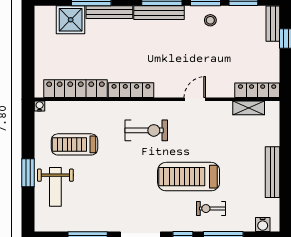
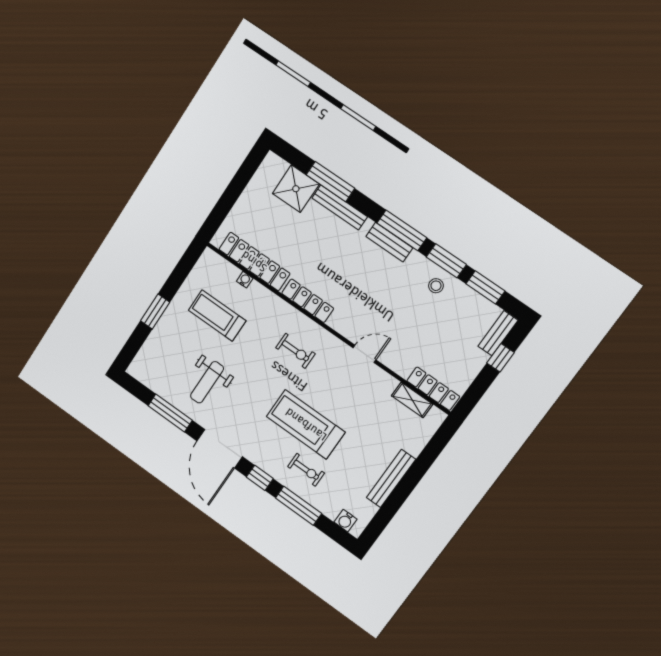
bench: (159, 13) -> (389, 242), width x0.73
water cooler: (40, 106) -> (245, 280), moved
exercise bike: (146, 130) -> (295, 351), width x0.73, depth x0.72
weight bench: (55, 187) -> (207, 382), moved
exercise bike: (211, 209) -> (306, 470), turned 180

